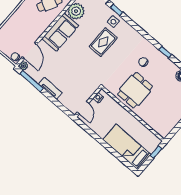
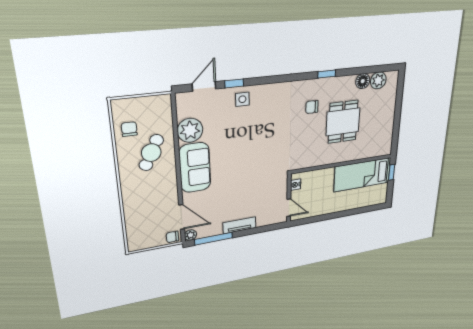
rug: (103, 42) -> (251, 131), removed
dining table: (135, 90) -> (343, 122), moved
bed: (127, 147) -> (362, 175), moved

